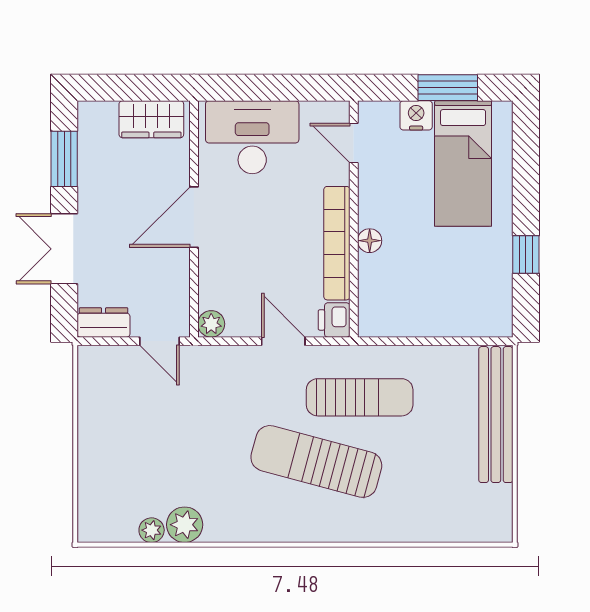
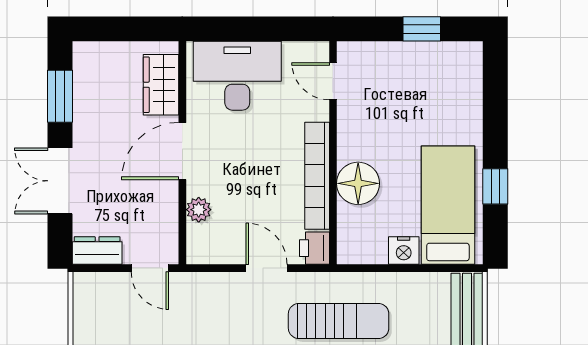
window: (448, 88) -> (422, 29), width x0.67
nightstand: (416, 115) -> (404, 251), moved, turned 180
wardrobe: (151, 119) -> (161, 85), moved, turned 90
bed: (463, 163) -> (448, 205), moved, turned 180
floor lamp: (370, 241) -> (358, 183), width x1.89, depth x1.89
plant: (211, 324) -> (199, 210), moved

